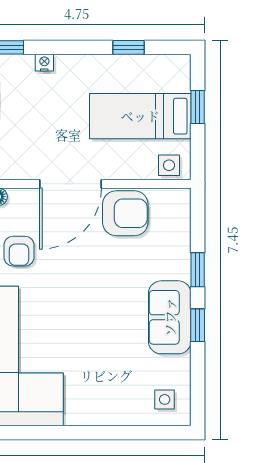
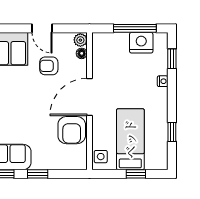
door: (71, 184) -> (89, 97), hinge flipped

